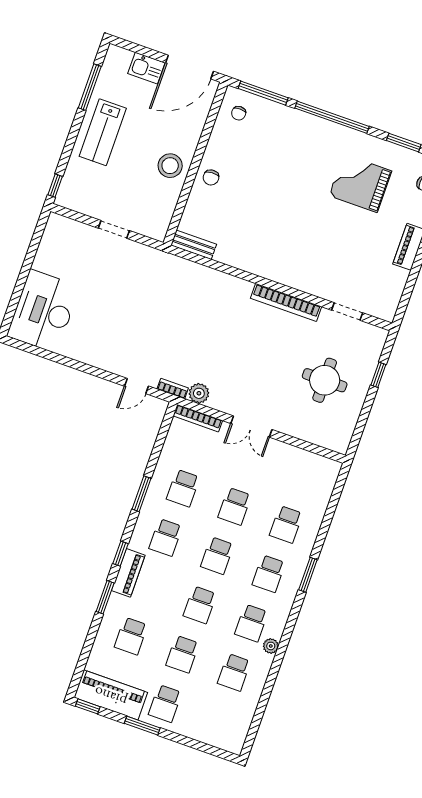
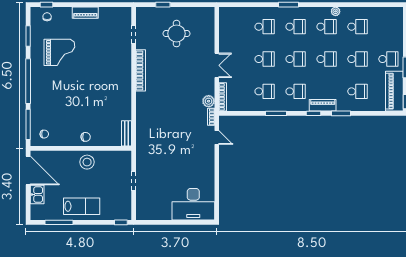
grand piano: (360, 183) -> (59, 52), turned -90

